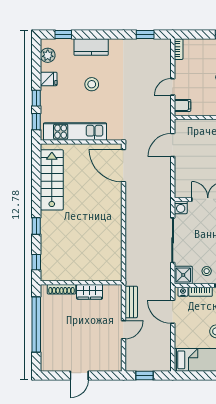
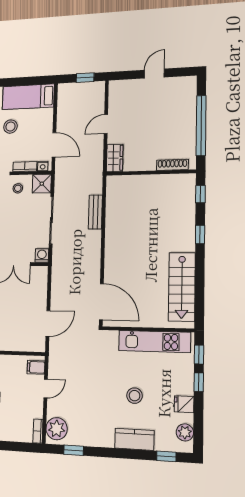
plant: (161, 52) -> (57, 429), added
wardrobe: (90, 292) -> (115, 158), moved, turned 90
bench: (131, 302) -> (95, 212), moved

